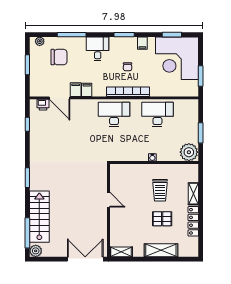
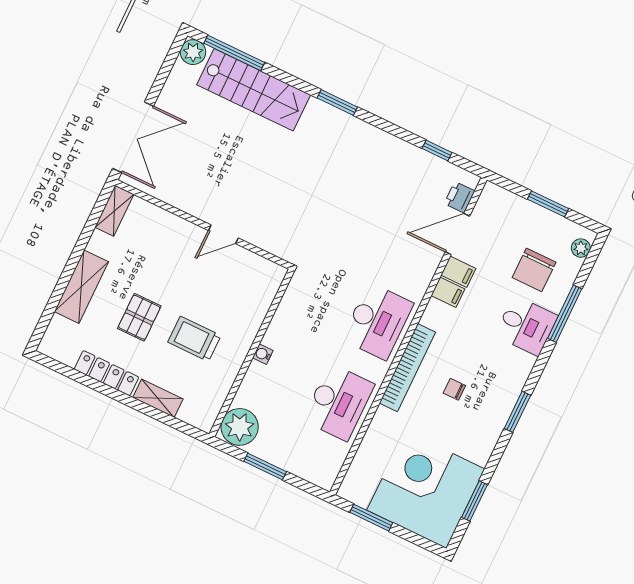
filing cabinet: (142, 43) -> (485, 438), removed
desk: (98, 49) -> (526, 326), moved

